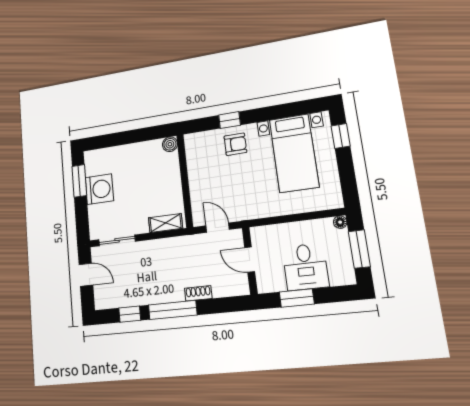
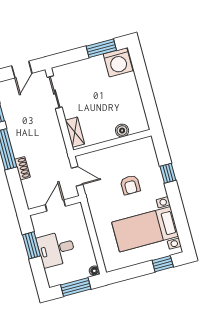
boiler: (170, 144) -> (122, 131), moved
armchair: (235, 144) -> (130, 185), moved
washing machine: (99, 189) -> (118, 62), moved
door: (218, 228) -> (77, 176), hinge flipped

